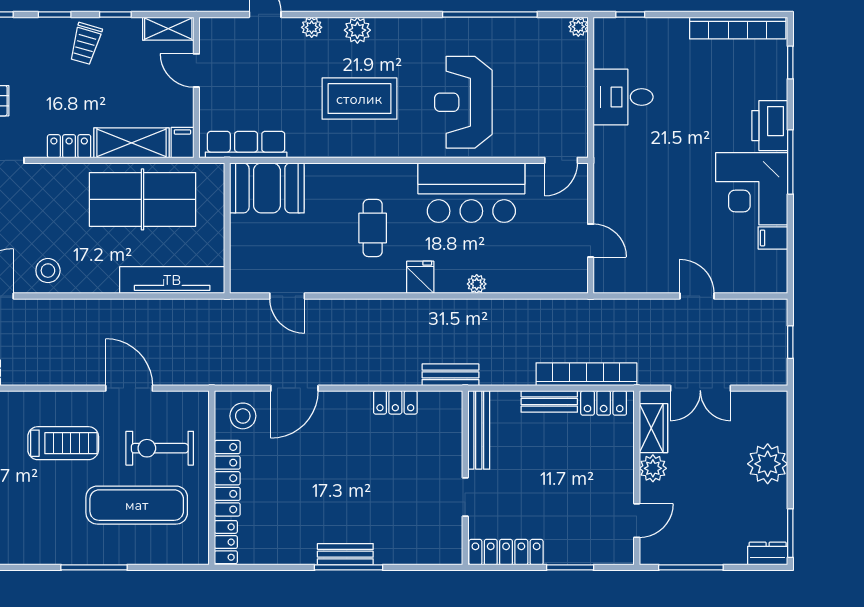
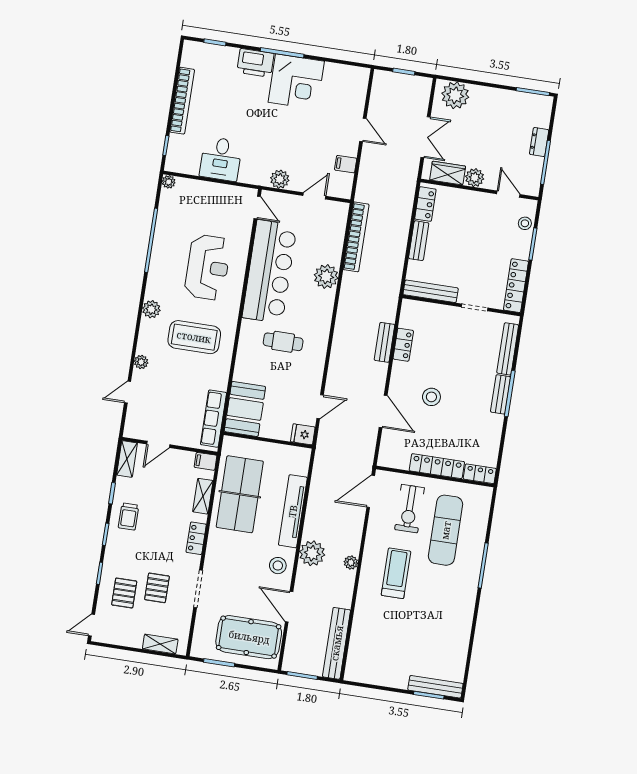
bookcase: (738, 28) -> (182, 101), moved
plant: (357, 30) -> (151, 309), moved
trolley: (86, 44) -> (129, 516), turned 74
coffee table: (359, 99) -> (194, 337), turned 90
reception desk: (463, 102) -> (208, 267), turned -90
shelving: (131, 143) -> (203, 496), width x0.67, depth x0.75
plant: (607, 187) -> (280, 179), added
bar counter: (471, 193) -> (269, 271), width x1.36
filing cabinet: (773, 238) -> (346, 164), moved, turned 90
fridge: (420, 277) -> (303, 434), moved
tv unit: (172, 280) -> (293, 511), moved
plant: (477, 284) -> (326, 276), width x1.87, depth x1.87
door: (697, 296) -> (363, 130), swing flipped
plant: (73, 317) -> (312, 553), added
bookcase: (586, 374) -> (356, 237), moved, turned 180
plant: (69, 375) -> (351, 563), added
bench: (450, 375) -> (384, 342), moved
door: (129, 388) -> (371, 491), moved
stool: (243, 416) -> (431, 397), moved
plant: (768, 464) -> (455, 95), moved
stool: (598, 551) -> (525, 223), added
bench: (413, 554) -> (508, 349), added
dresser: (768, 554) -> (539, 142), moved

